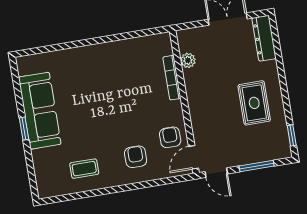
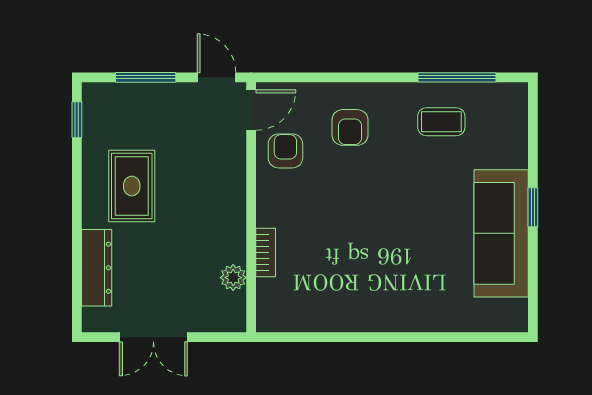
dresser: (264, 38) -> (97, 268), moved
bookcase: (172, 78) -> (266, 253), width x0.64
armchair: (170, 137) -> (285, 151), turned 180
window: (80, 195) -> (457, 77), added

